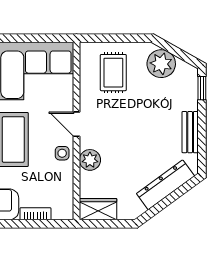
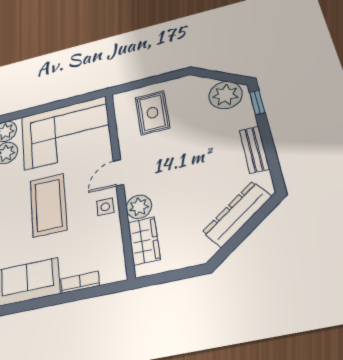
plant: (161, 64) -> (225, 95), moved
door: (77, 124) -> (118, 173), hinge flipped
wardrobe: (98, 209) -> (144, 241), moved, turned 90

